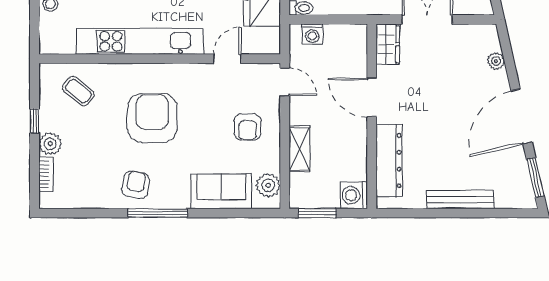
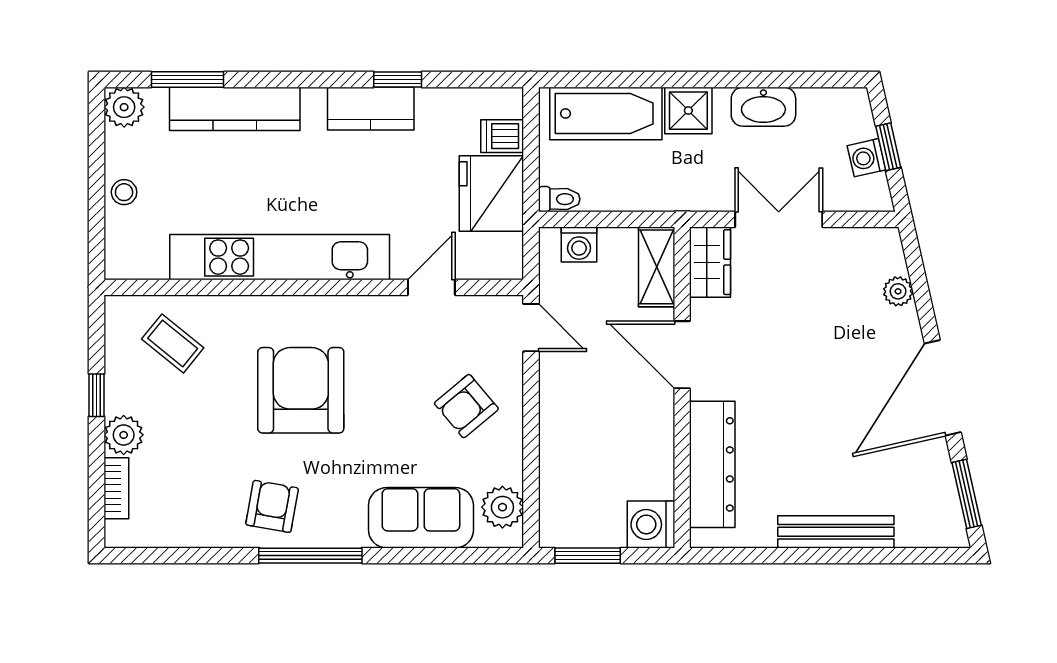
armchair: (247, 127) -> (466, 406), turned 50
shelving: (299, 149) -> (657, 267), moved

